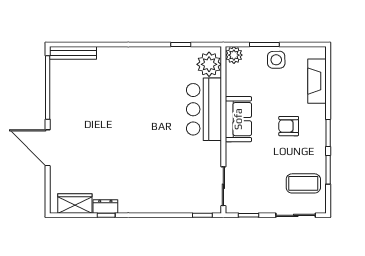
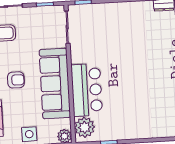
sofa: (238, 119) -> (55, 83), width x1.85, depth x1.27

